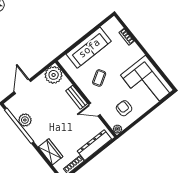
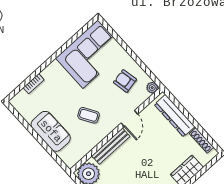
sofa: (89, 48) -> (51, 131), width x0.73
bench: (77, 97) -> (111, 146), width x1.36
armchair: (124, 108) -> (125, 81), turned 79

